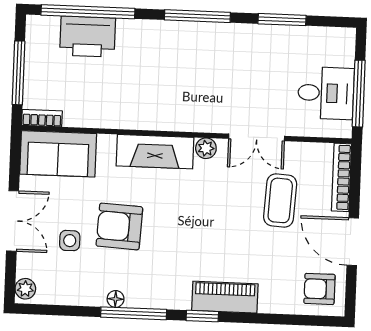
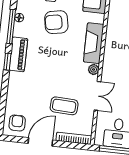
double door: (257, 137) -> (97, 96), swing flipped
armchair: (119, 226) -> (56, 22), turned -103
piano: (225, 297) -> (18, 54), moved

